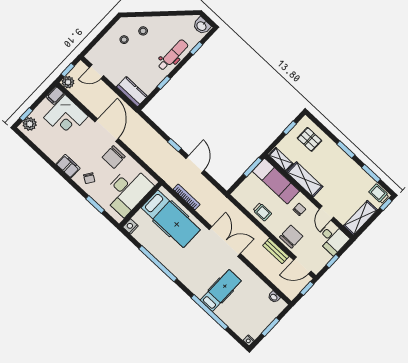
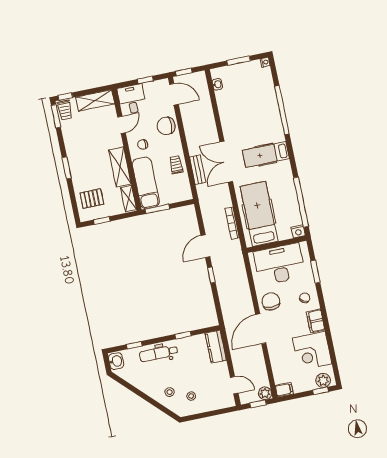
corner desk: (66, 117) -> (312, 351), moved, turned 180
pallet: (309, 139) -> (92, 199), turned 90
chair: (114, 157) -> (271, 301), turned -90
window: (371, 173) -> (56, 116), moved
bench: (276, 251) -> (198, 170), moved
window: (158, 264) -> (301, 202), moved
hospital bed: (221, 290) -> (266, 154), moved

